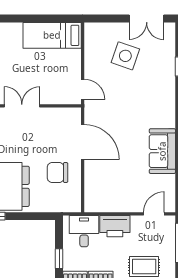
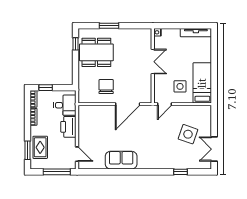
side table: (57, 67) -> (180, 86), added

